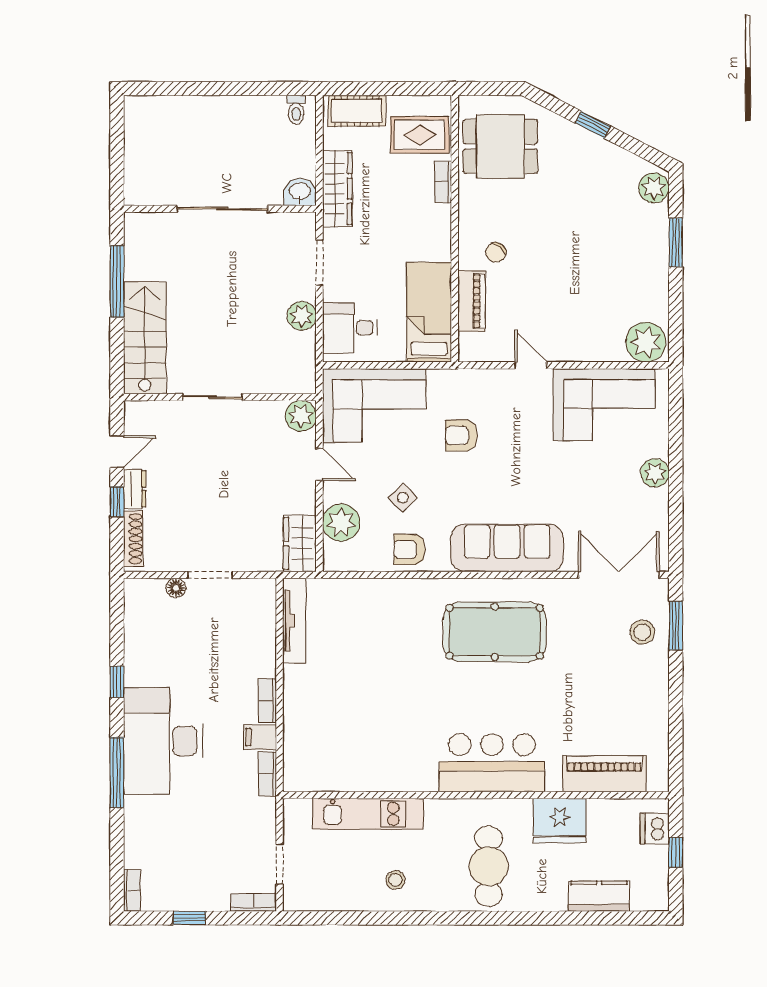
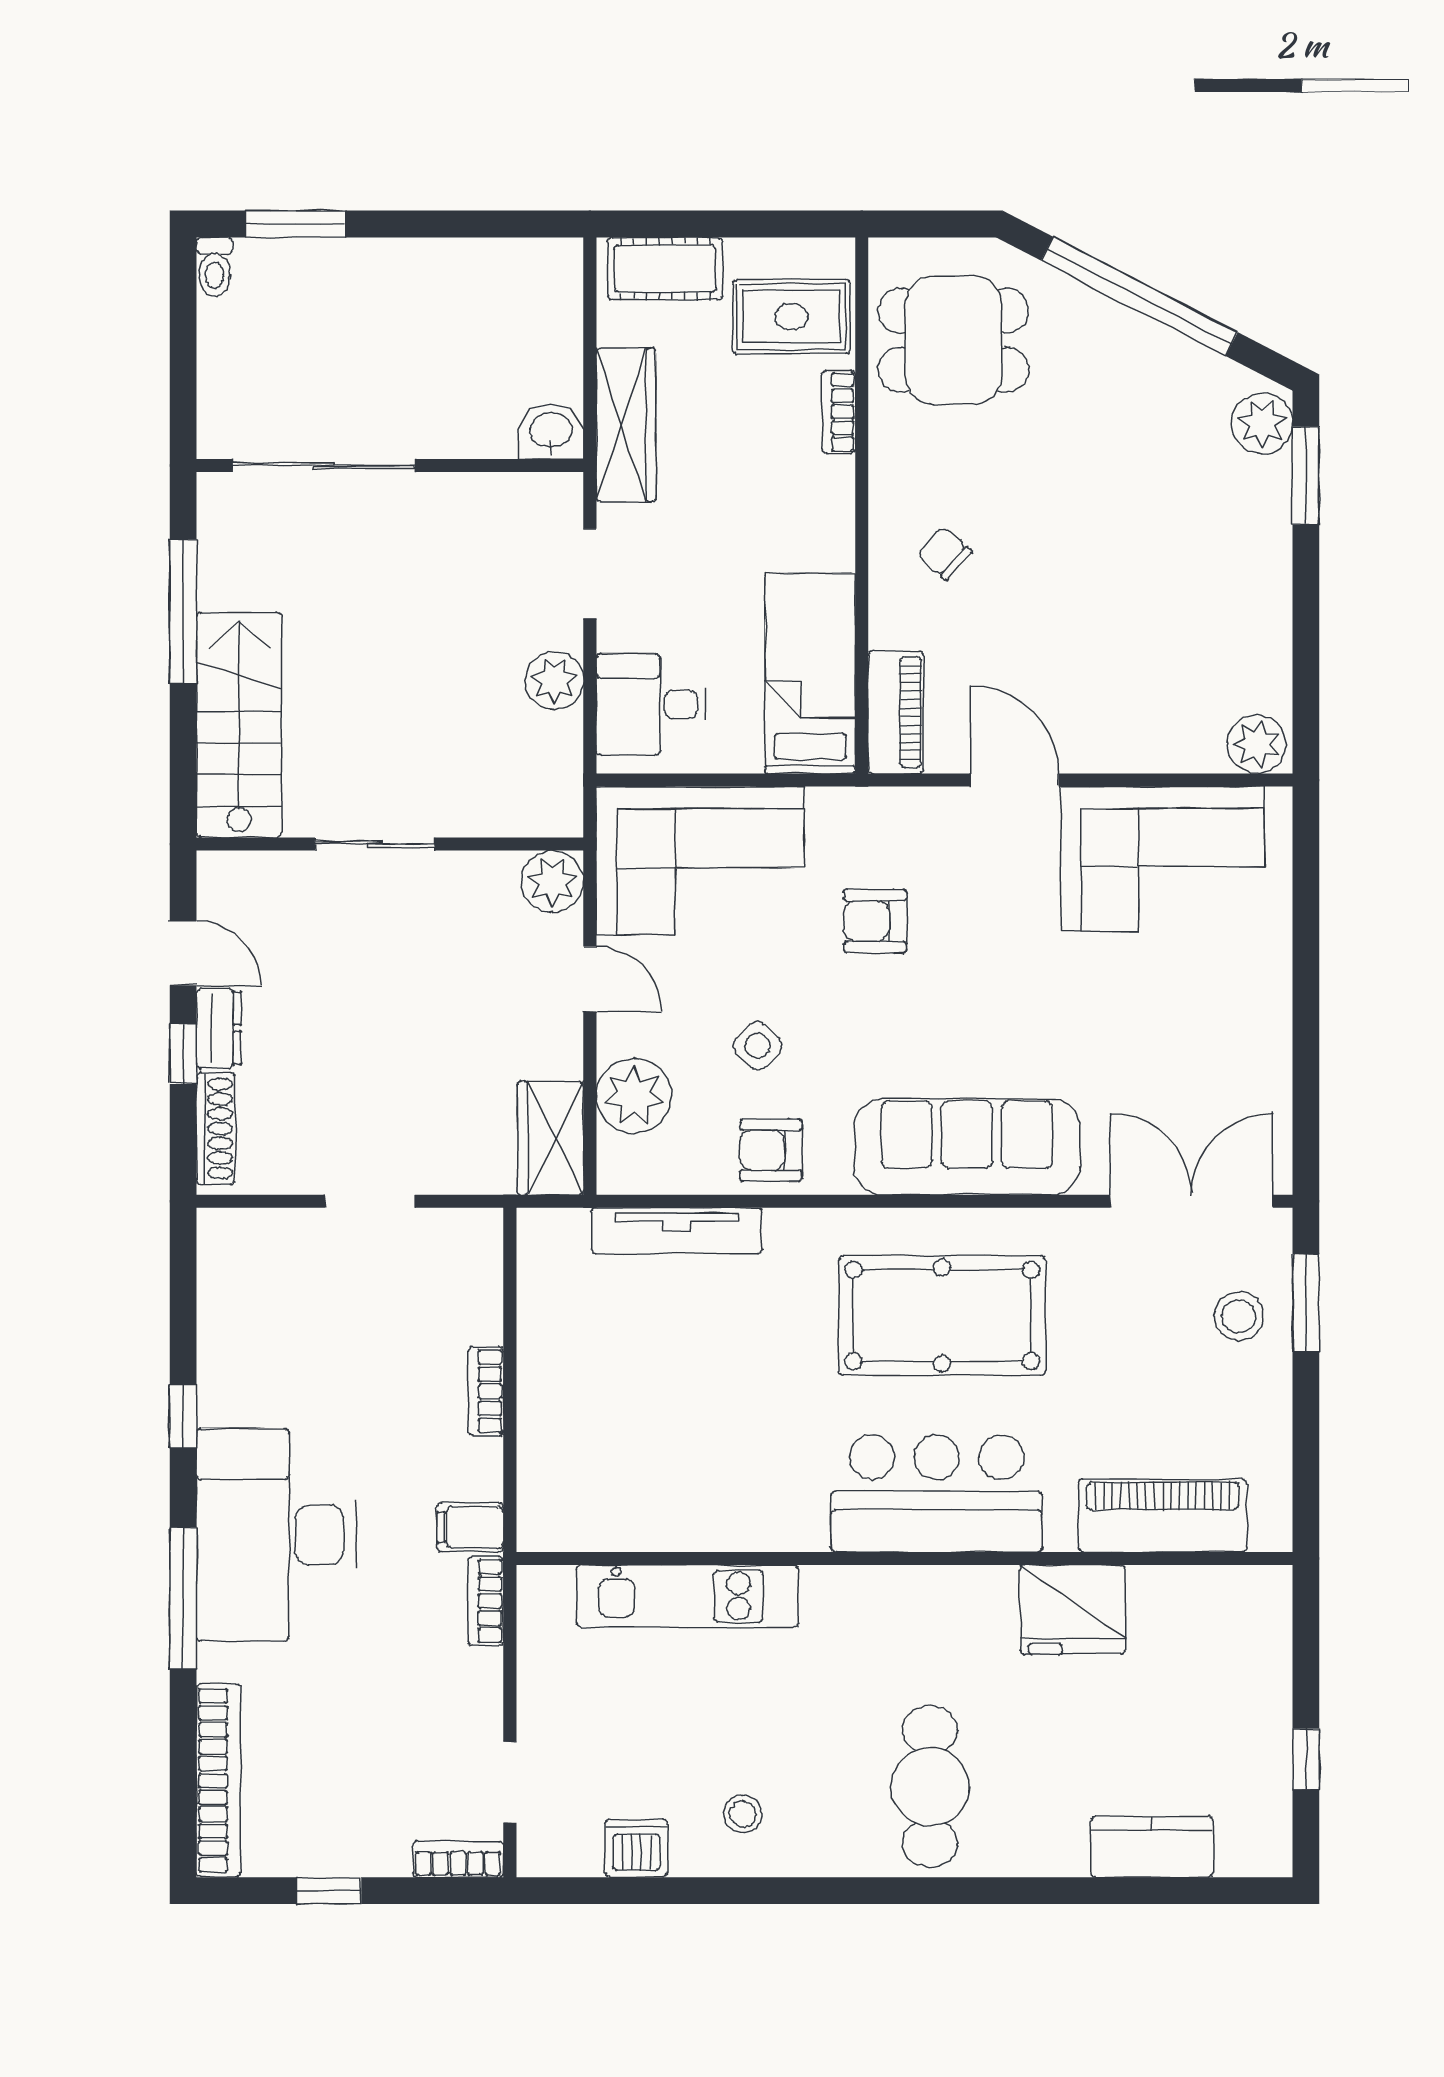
window: (173, 89) -> (295, 224), added
toilet: (296, 110) -> (215, 267), moved
window: (593, 125) -> (1139, 296), width x3.17
sliding door: (222, 209) -> (324, 466), moved
window: (676, 243) -> (1306, 476), moved
chair: (496, 252) -> (944, 553), turned 91
piano: (472, 301) -> (896, 712), moved
plant: (646, 342) -> (1257, 744), width x0.73, depth x0.73
door: (531, 365) -> (1015, 780), width x1.38
door: (117, 451) -> (183, 953), hinge flipped
plant: (655, 473) -> (1264, 996), removed
floor lamp: (176, 588) -> (302, 1227), removed
tv unit: (294, 621) -> (677, 1231), moved, turned 90
bookcase: (268, 701) -> (486, 1391), moved
bar counter: (492, 763) -> (937, 1493), moved
piano: (604, 774) -> (1163, 1516), moved
wall: (476, 795) -> (904, 1558), moved
kitchen unit: (368, 814) -> (687, 1596), moved
fridge: (560, 821) -> (1073, 1610), moved
dishwasher: (655, 829) -> (636, 1848), moved, turned 90
bookcase: (132, 891) -> (218, 1780), width x2.31, depth x1.31

